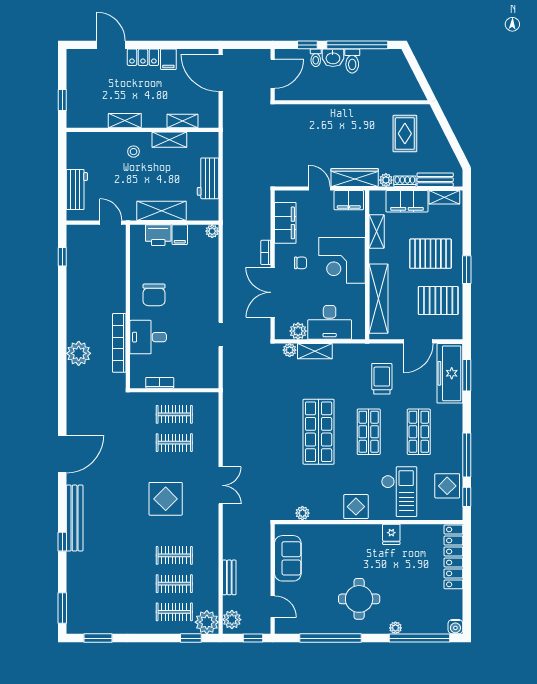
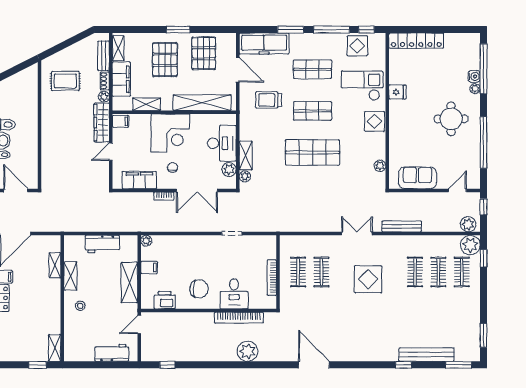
shelving: (125, 121) -> (55, 348), moved
filing cabinet: (349, 200) -> (121, 121), width x0.50
printer: (158, 235) -> (165, 300), moved, turned -90
window: (467, 375) -> (291, 30), moved
bookcase: (160, 383) -> (272, 278), width x1.56
door: (62, 454) -> (314, 365), moved
bench: (75, 518) -> (426, 355), moved
bench: (229, 577) -> (402, 226), moved, width x1.36
water cooler: (455, 627) -> (474, 76), moved

